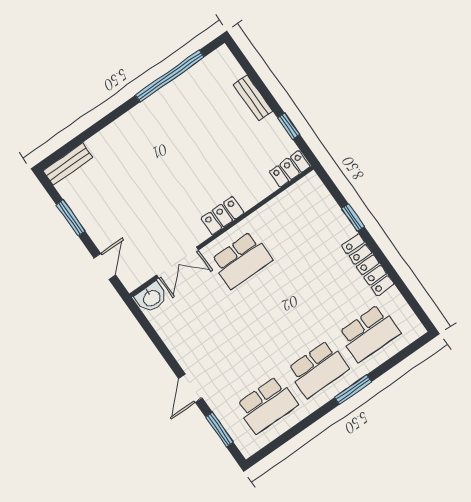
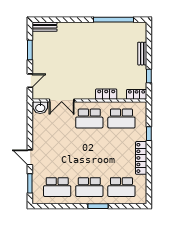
locker: (222, 216) -> (106, 94), moved
school desk: (293, 224) -> (121, 118), added
door: (190, 388) -> (30, 157), hinge flipped

